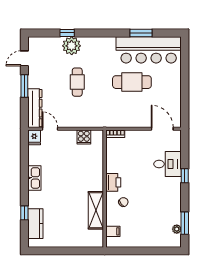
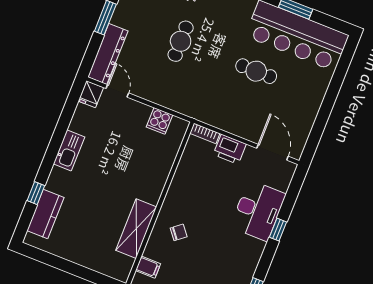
cafe table: (132, 82) -> (256, 71), width x0.73, depth x0.74
desk: (168, 164) -> (258, 210), width x1.37
printer: (113, 182) -> (230, 149), moved, turned 90

